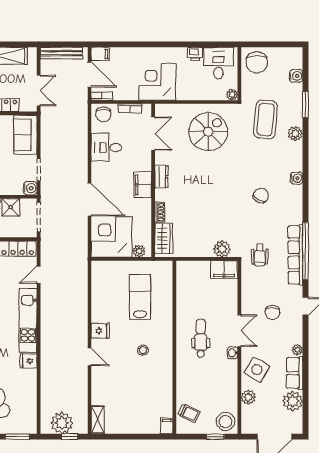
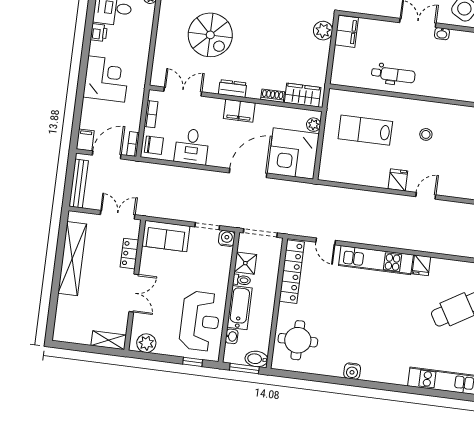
corner desk: (157, 82) -> (106, 79), moved, turned 180
spiral stairs: (208, 132) -> (210, 35), moved, turned 180
dental chair: (201, 338) -> (393, 75), moved, turned 180

